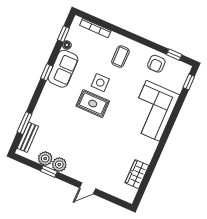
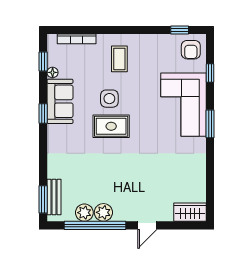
armchair: (156, 64) -> (191, 50), moved
window: (189, 82) -> (210, 73), moved
window: (25, 123) -> (43, 199), moved
window: (166, 134) -> (210, 124), added
window: (49, 171) -> (95, 225), width x3.17
wardrobe: (137, 174) -> (190, 212), moved, turned 90

